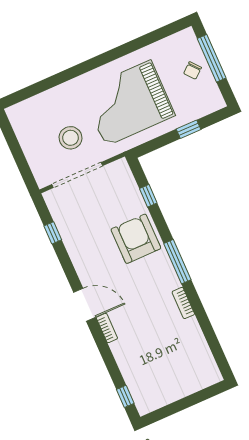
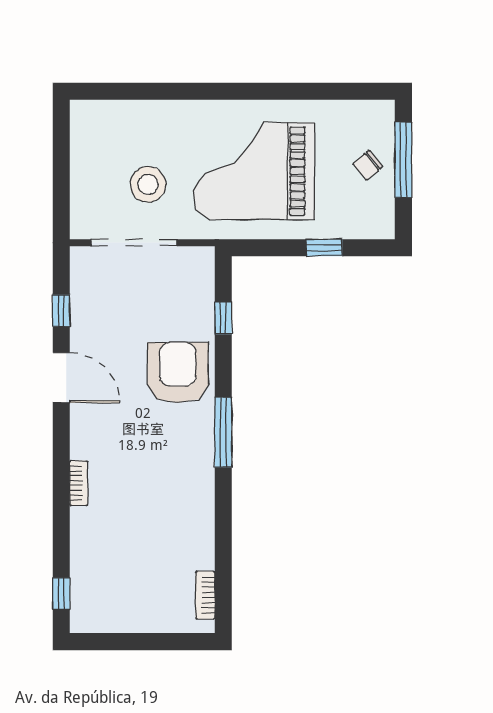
bookcase: (183, 303) -> (205, 595), moved
door: (85, 305) -> (61, 378), moved

